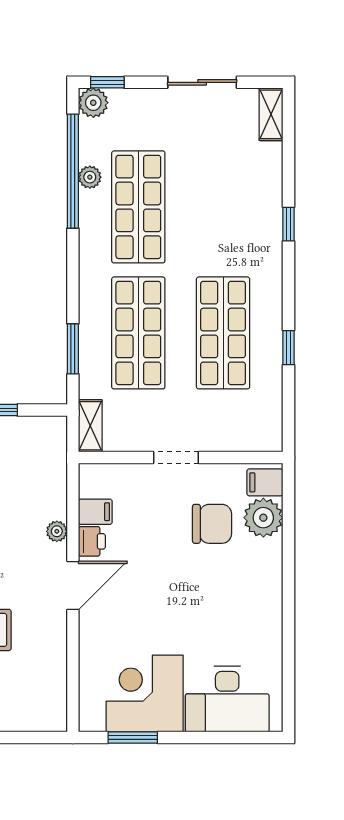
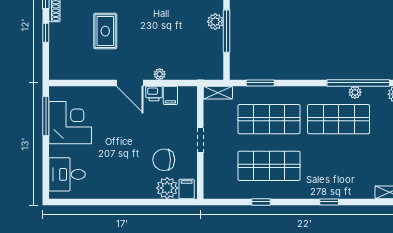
chair: (212, 524) -> (164, 160), turned 90
desk: (227, 699) -> (67, 174), width x0.73
window: (133, 738) -> (46, 116), width x1.44

